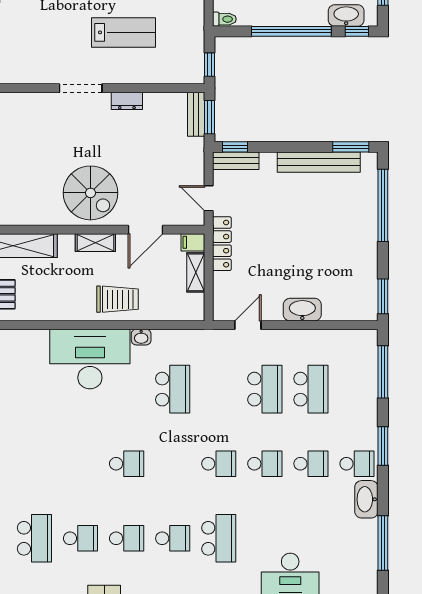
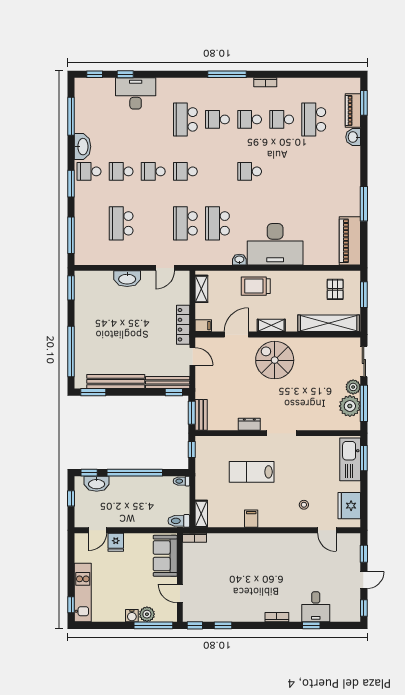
bench: (236, 161) -> (168, 382), width x1.36
shelving: (196, 272) -> (201, 289), moved
school desk: (265, 389) -> (185, 223), moved

